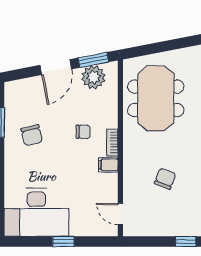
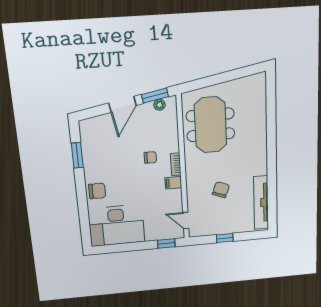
plant: (93, 77) -> (159, 105), width x0.53, depth x0.53
chair: (32, 135) -> (97, 191), moved, turned -77
window: (63, 242) -> (166, 244), moved
window: (186, 242) -> (225, 238), moved

